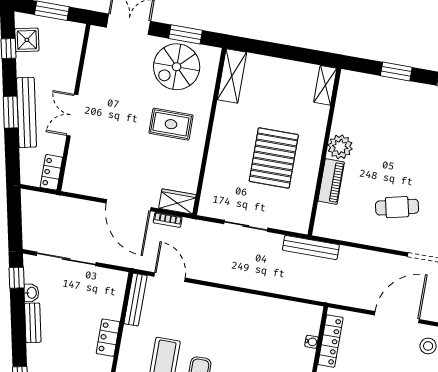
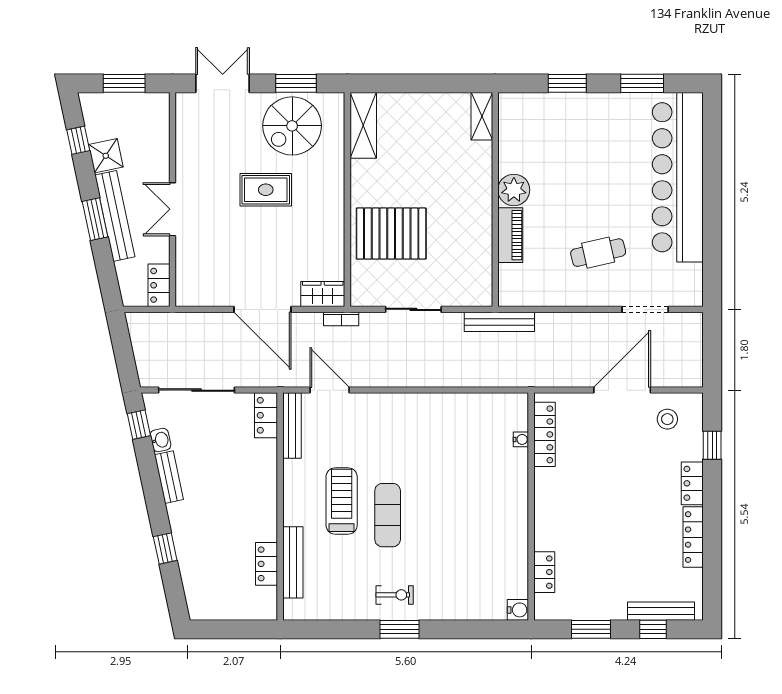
shower: (27, 40) -> (106, 156), moved
rug: (171, 124) -> (266, 190), moved
pallet: (274, 158) -> (391, 234), moved, turned 90
bookcase: (168, 220) -> (341, 319), moved
locker: (108, 338) -> (266, 415), moved

